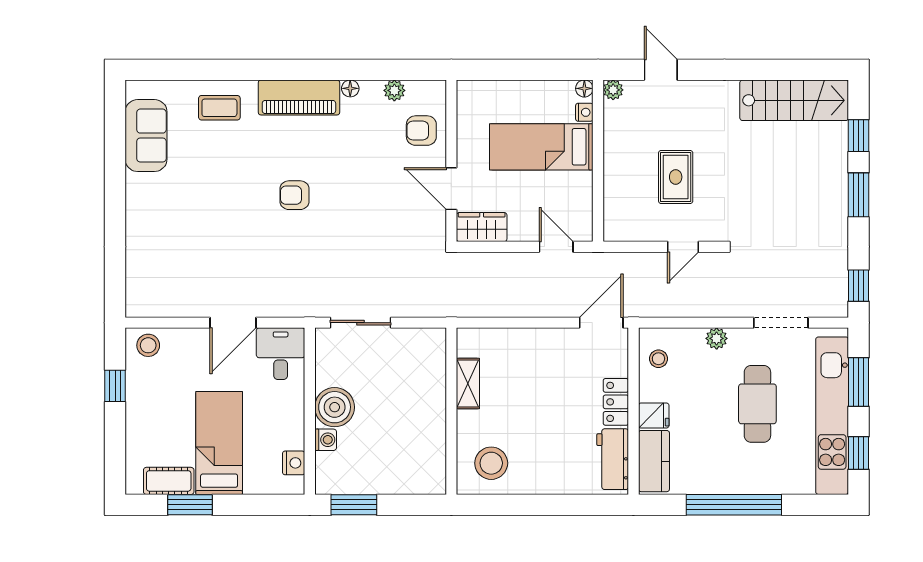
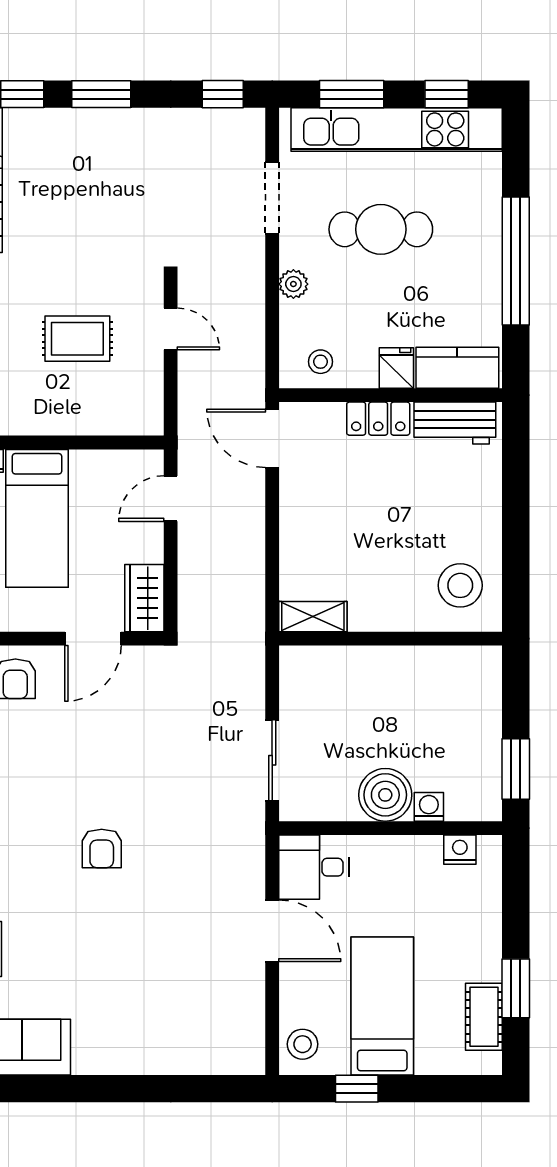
shelving: (468, 384) -> (313, 617), moved
bed: (219, 443) -> (382, 1006), moved, turned 90

